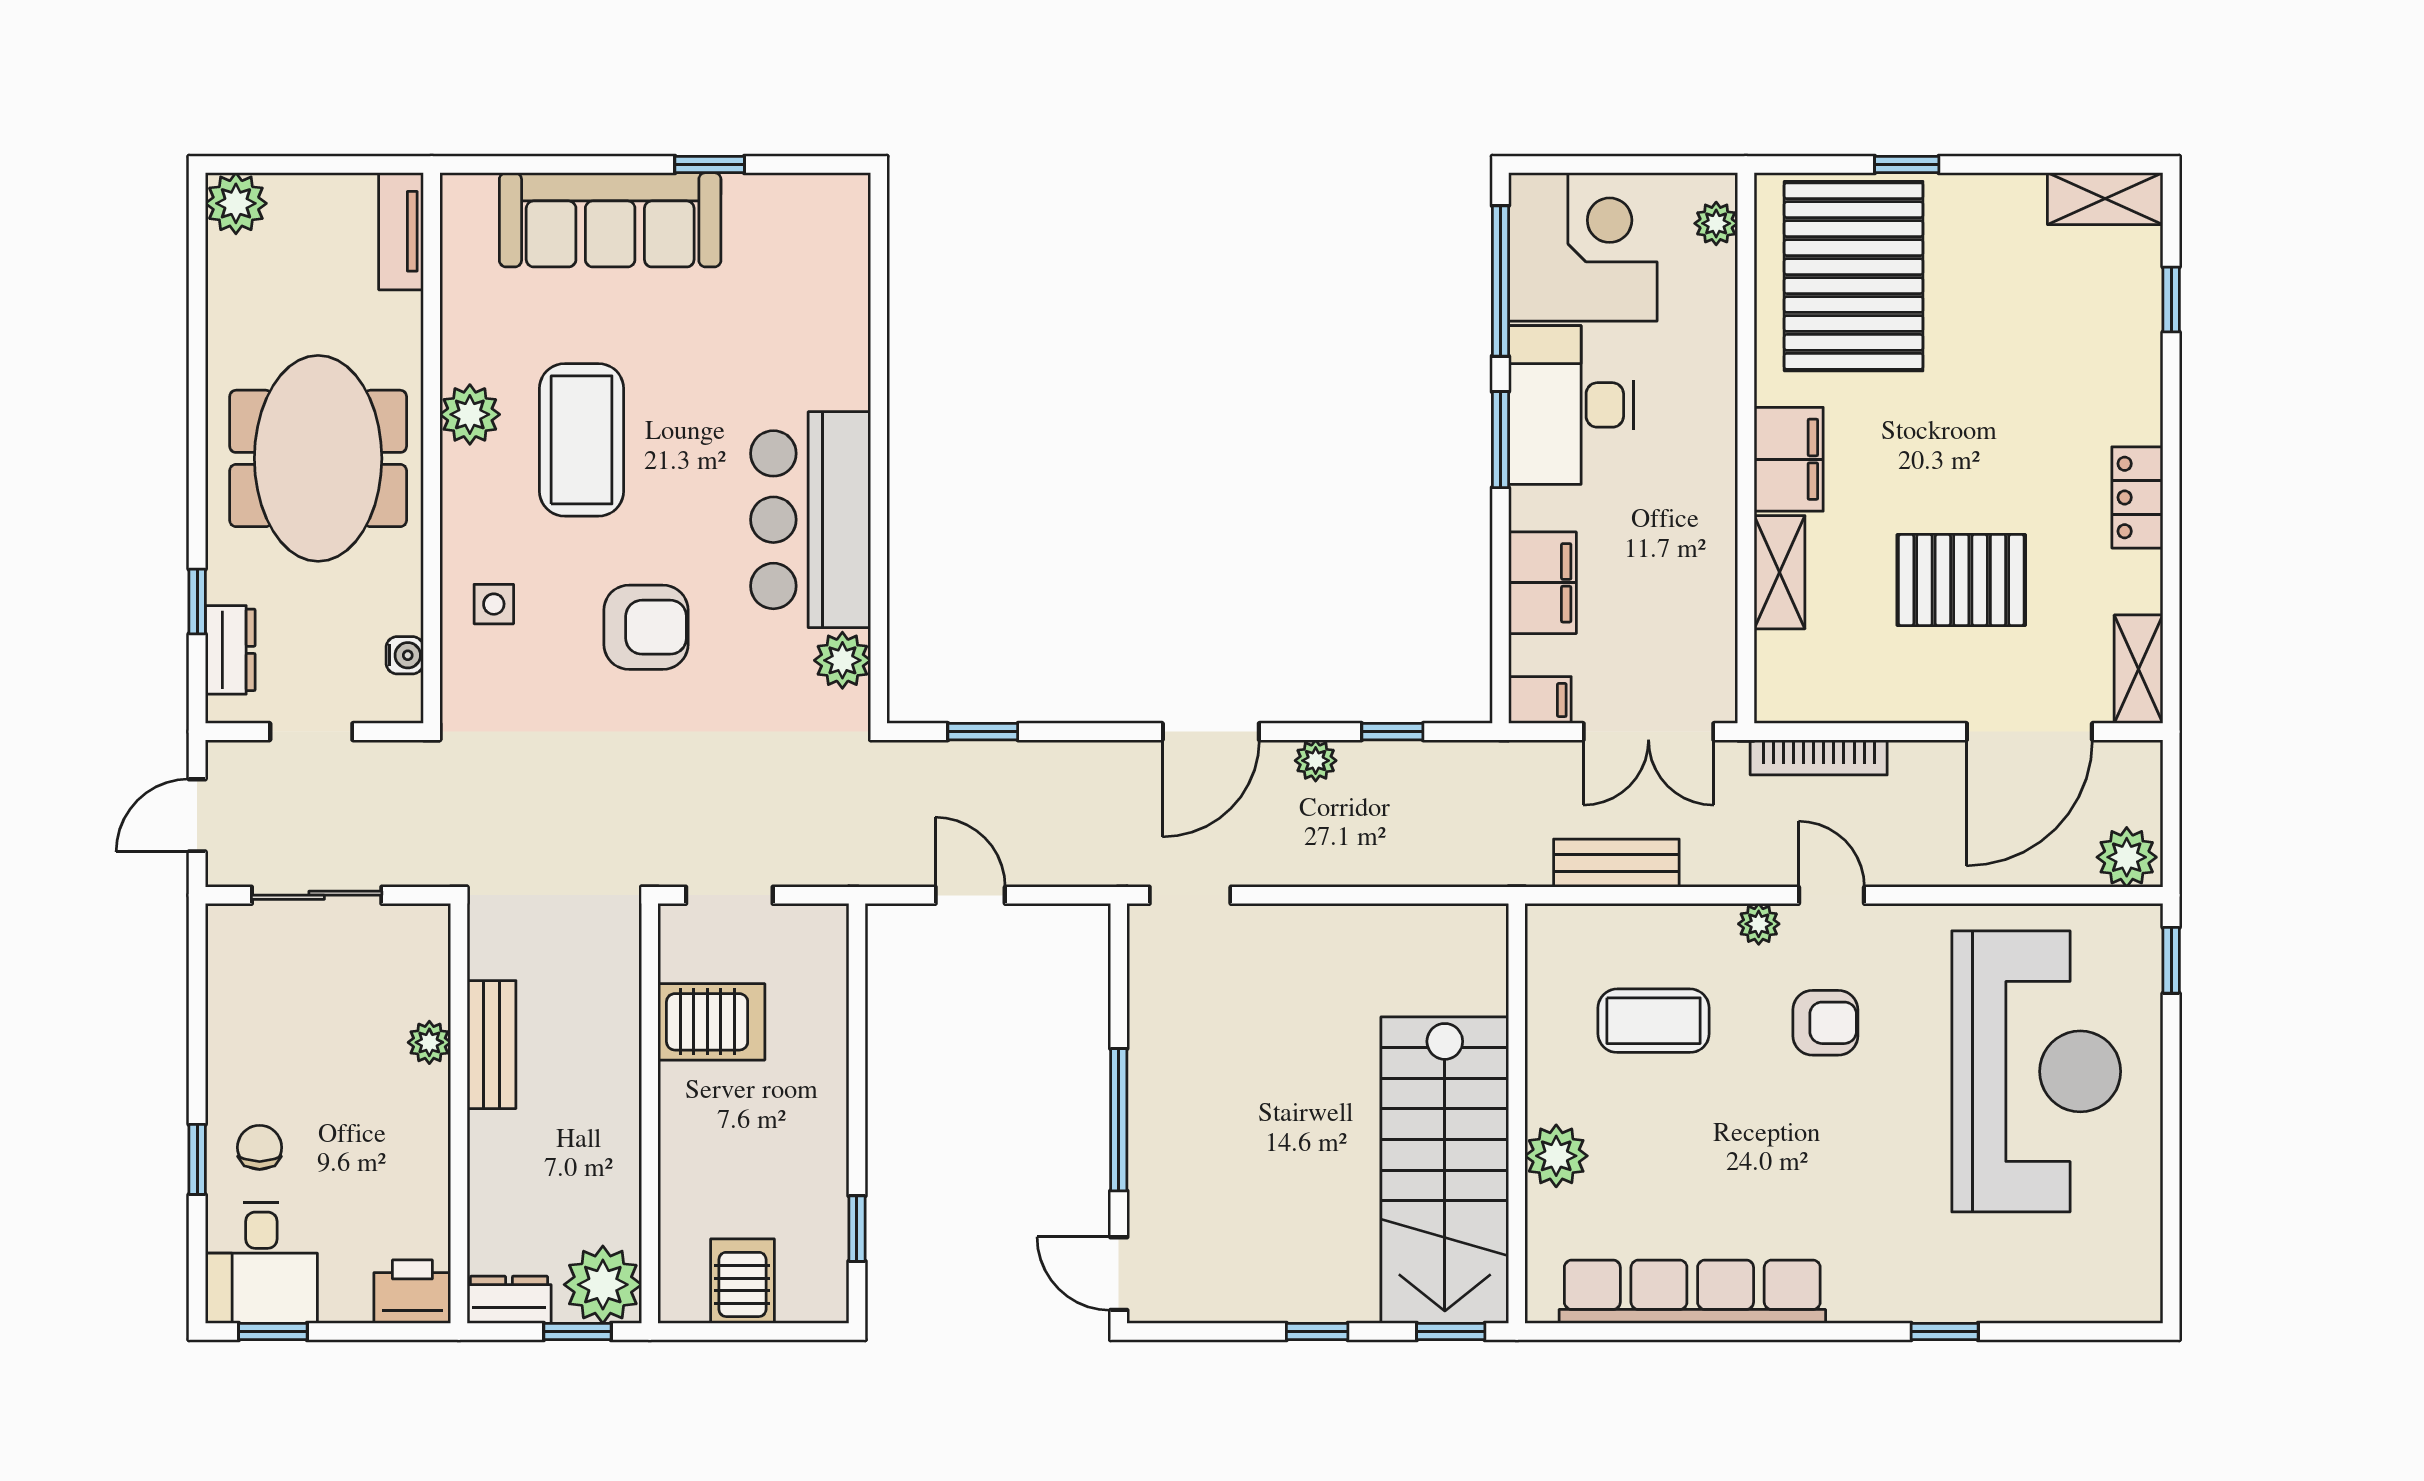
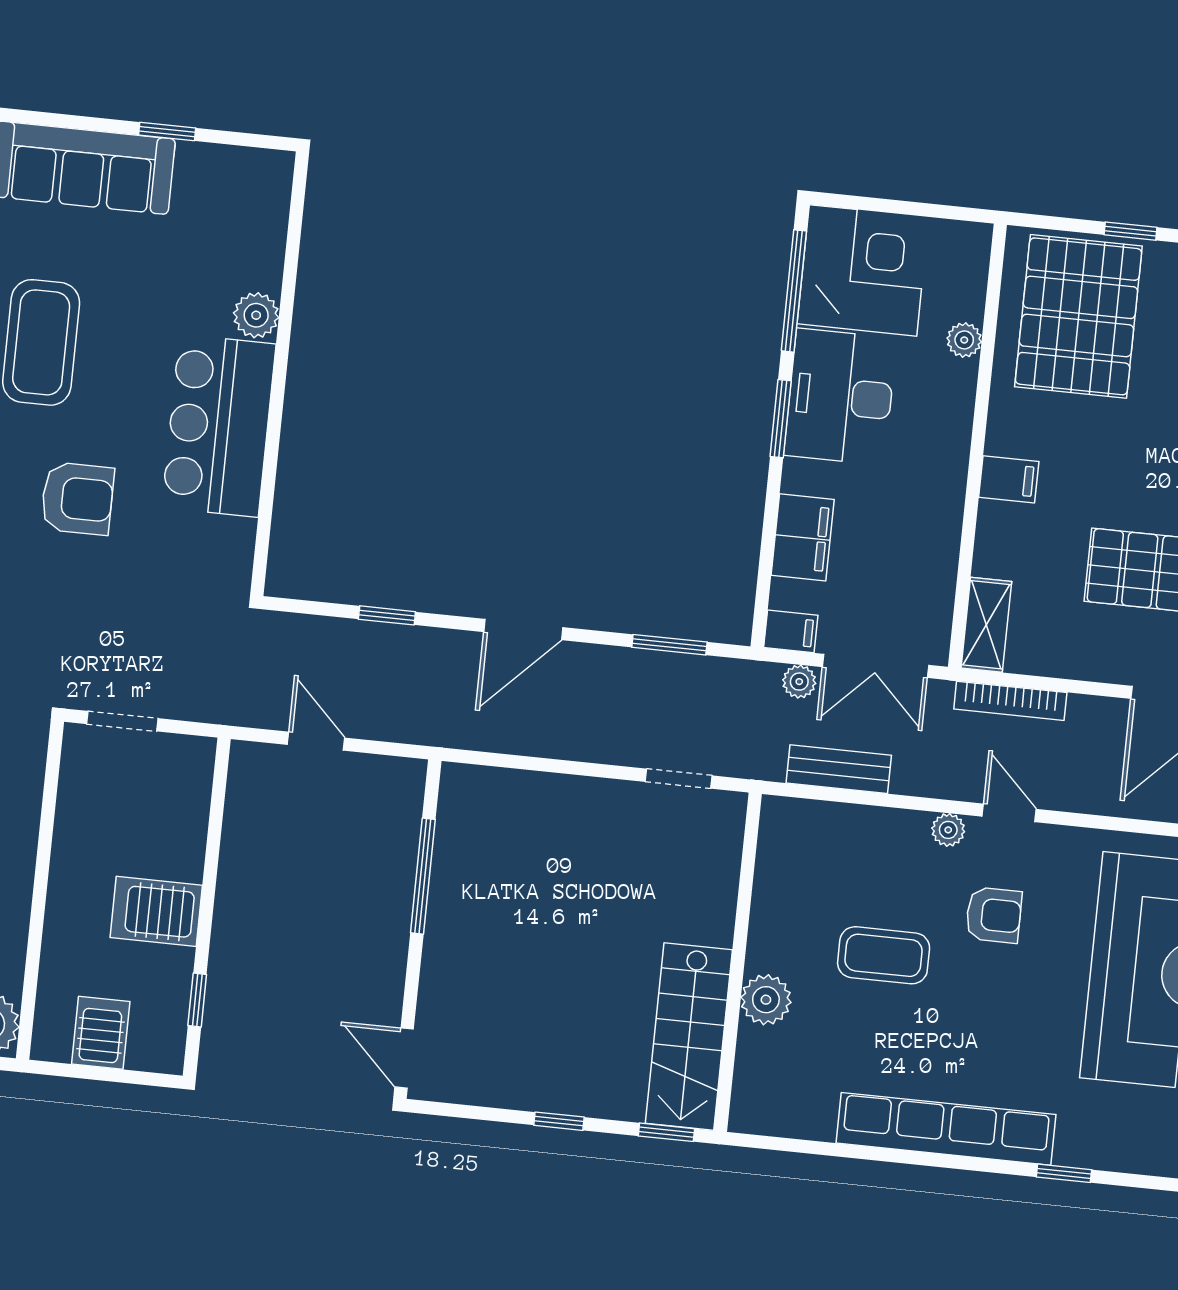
plant: (1716, 223) -> (964, 340), moved
filing cabinet: (1789, 459) -> (1009, 479), width x0.50
shelving: (1779, 572) -> (986, 625), moved
plant: (842, 660) -> (256, 315), moved
window: (983, 732) -> (387, 615), moved
window: (1392, 732) -> (669, 645), width x1.50
plant: (1316, 761) -> (799, 682), moved
doorway: (1190, 895) -> (678, 779), moved
coffee table: (1654, 1021) -> (884, 955), moved
server rack: (711, 1022) -> (156, 911), moved, turned 180
window: (1119, 1120) -> (423, 876), moved
stairs: (1445, 1170) -> (689, 1037), width x0.73, depth x0.66
row of seats: (1692, 1292) -> (946, 1129), moved

